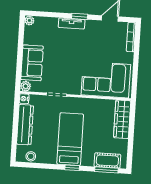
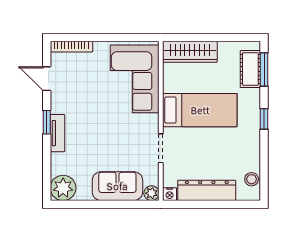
plant: (29, 21) -> (63, 188), width x1.88, depth x1.88
bed: (70, 139) -> (200, 110), moved, turned 180

